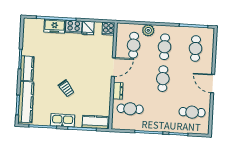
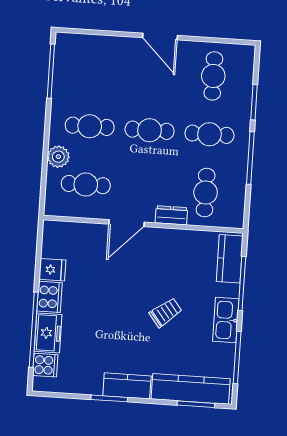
cooker: (108, 29) -> (45, 365), moved
cafe table: (196, 48) -> (209, 134), moved
door: (113, 67) -> (127, 223), swing flipped
door: (213, 84) -> (160, 37), hinge flipped

